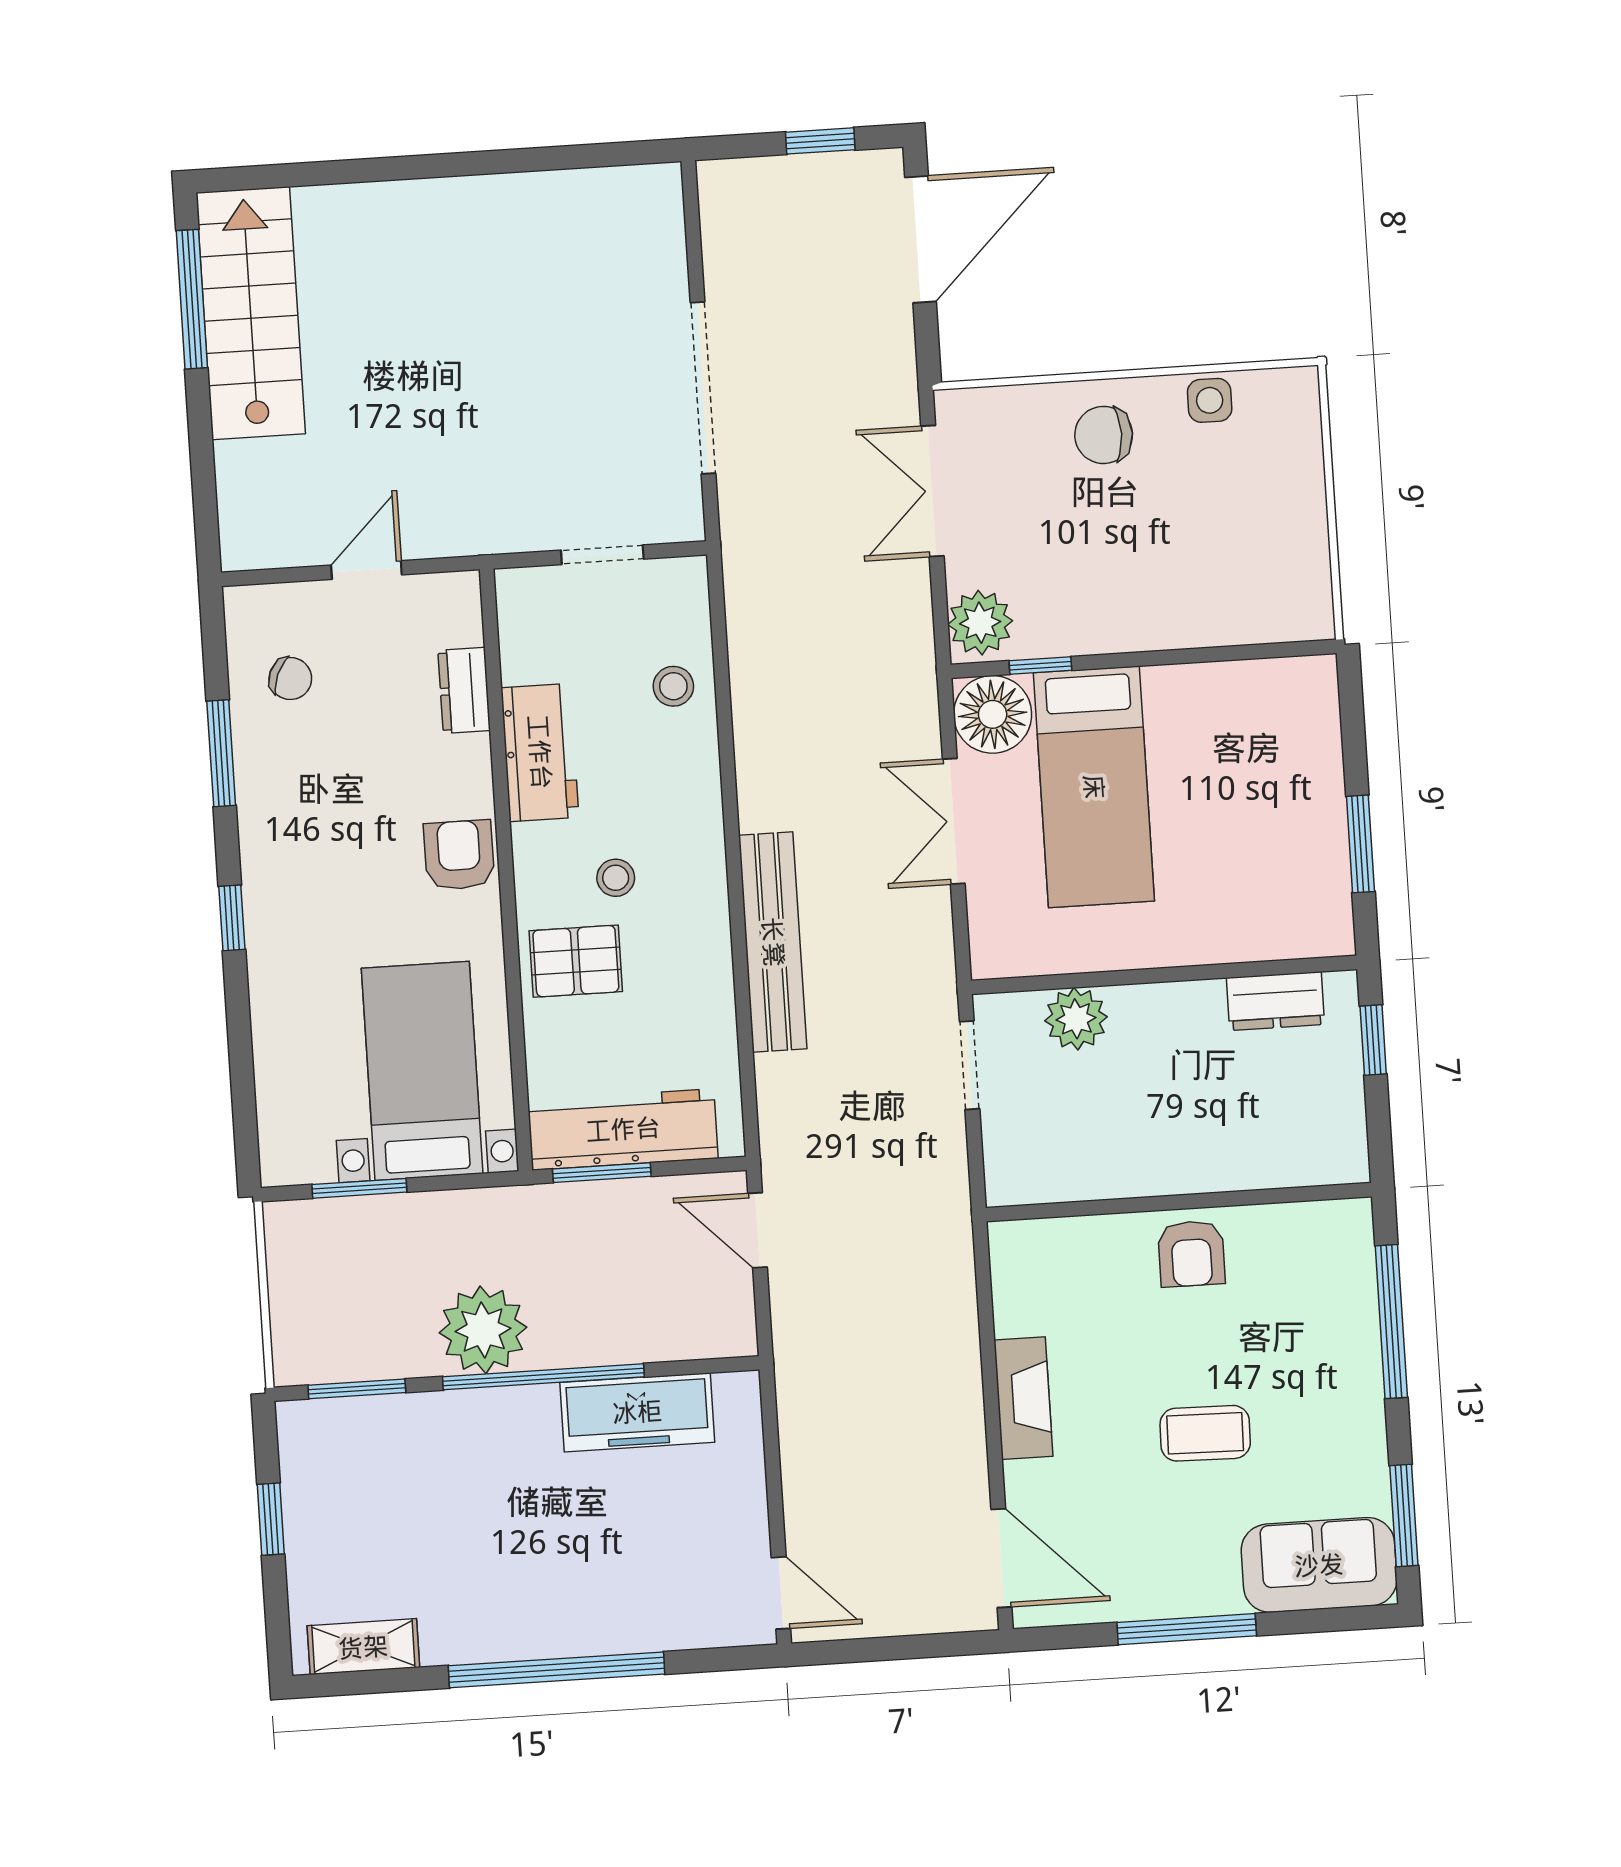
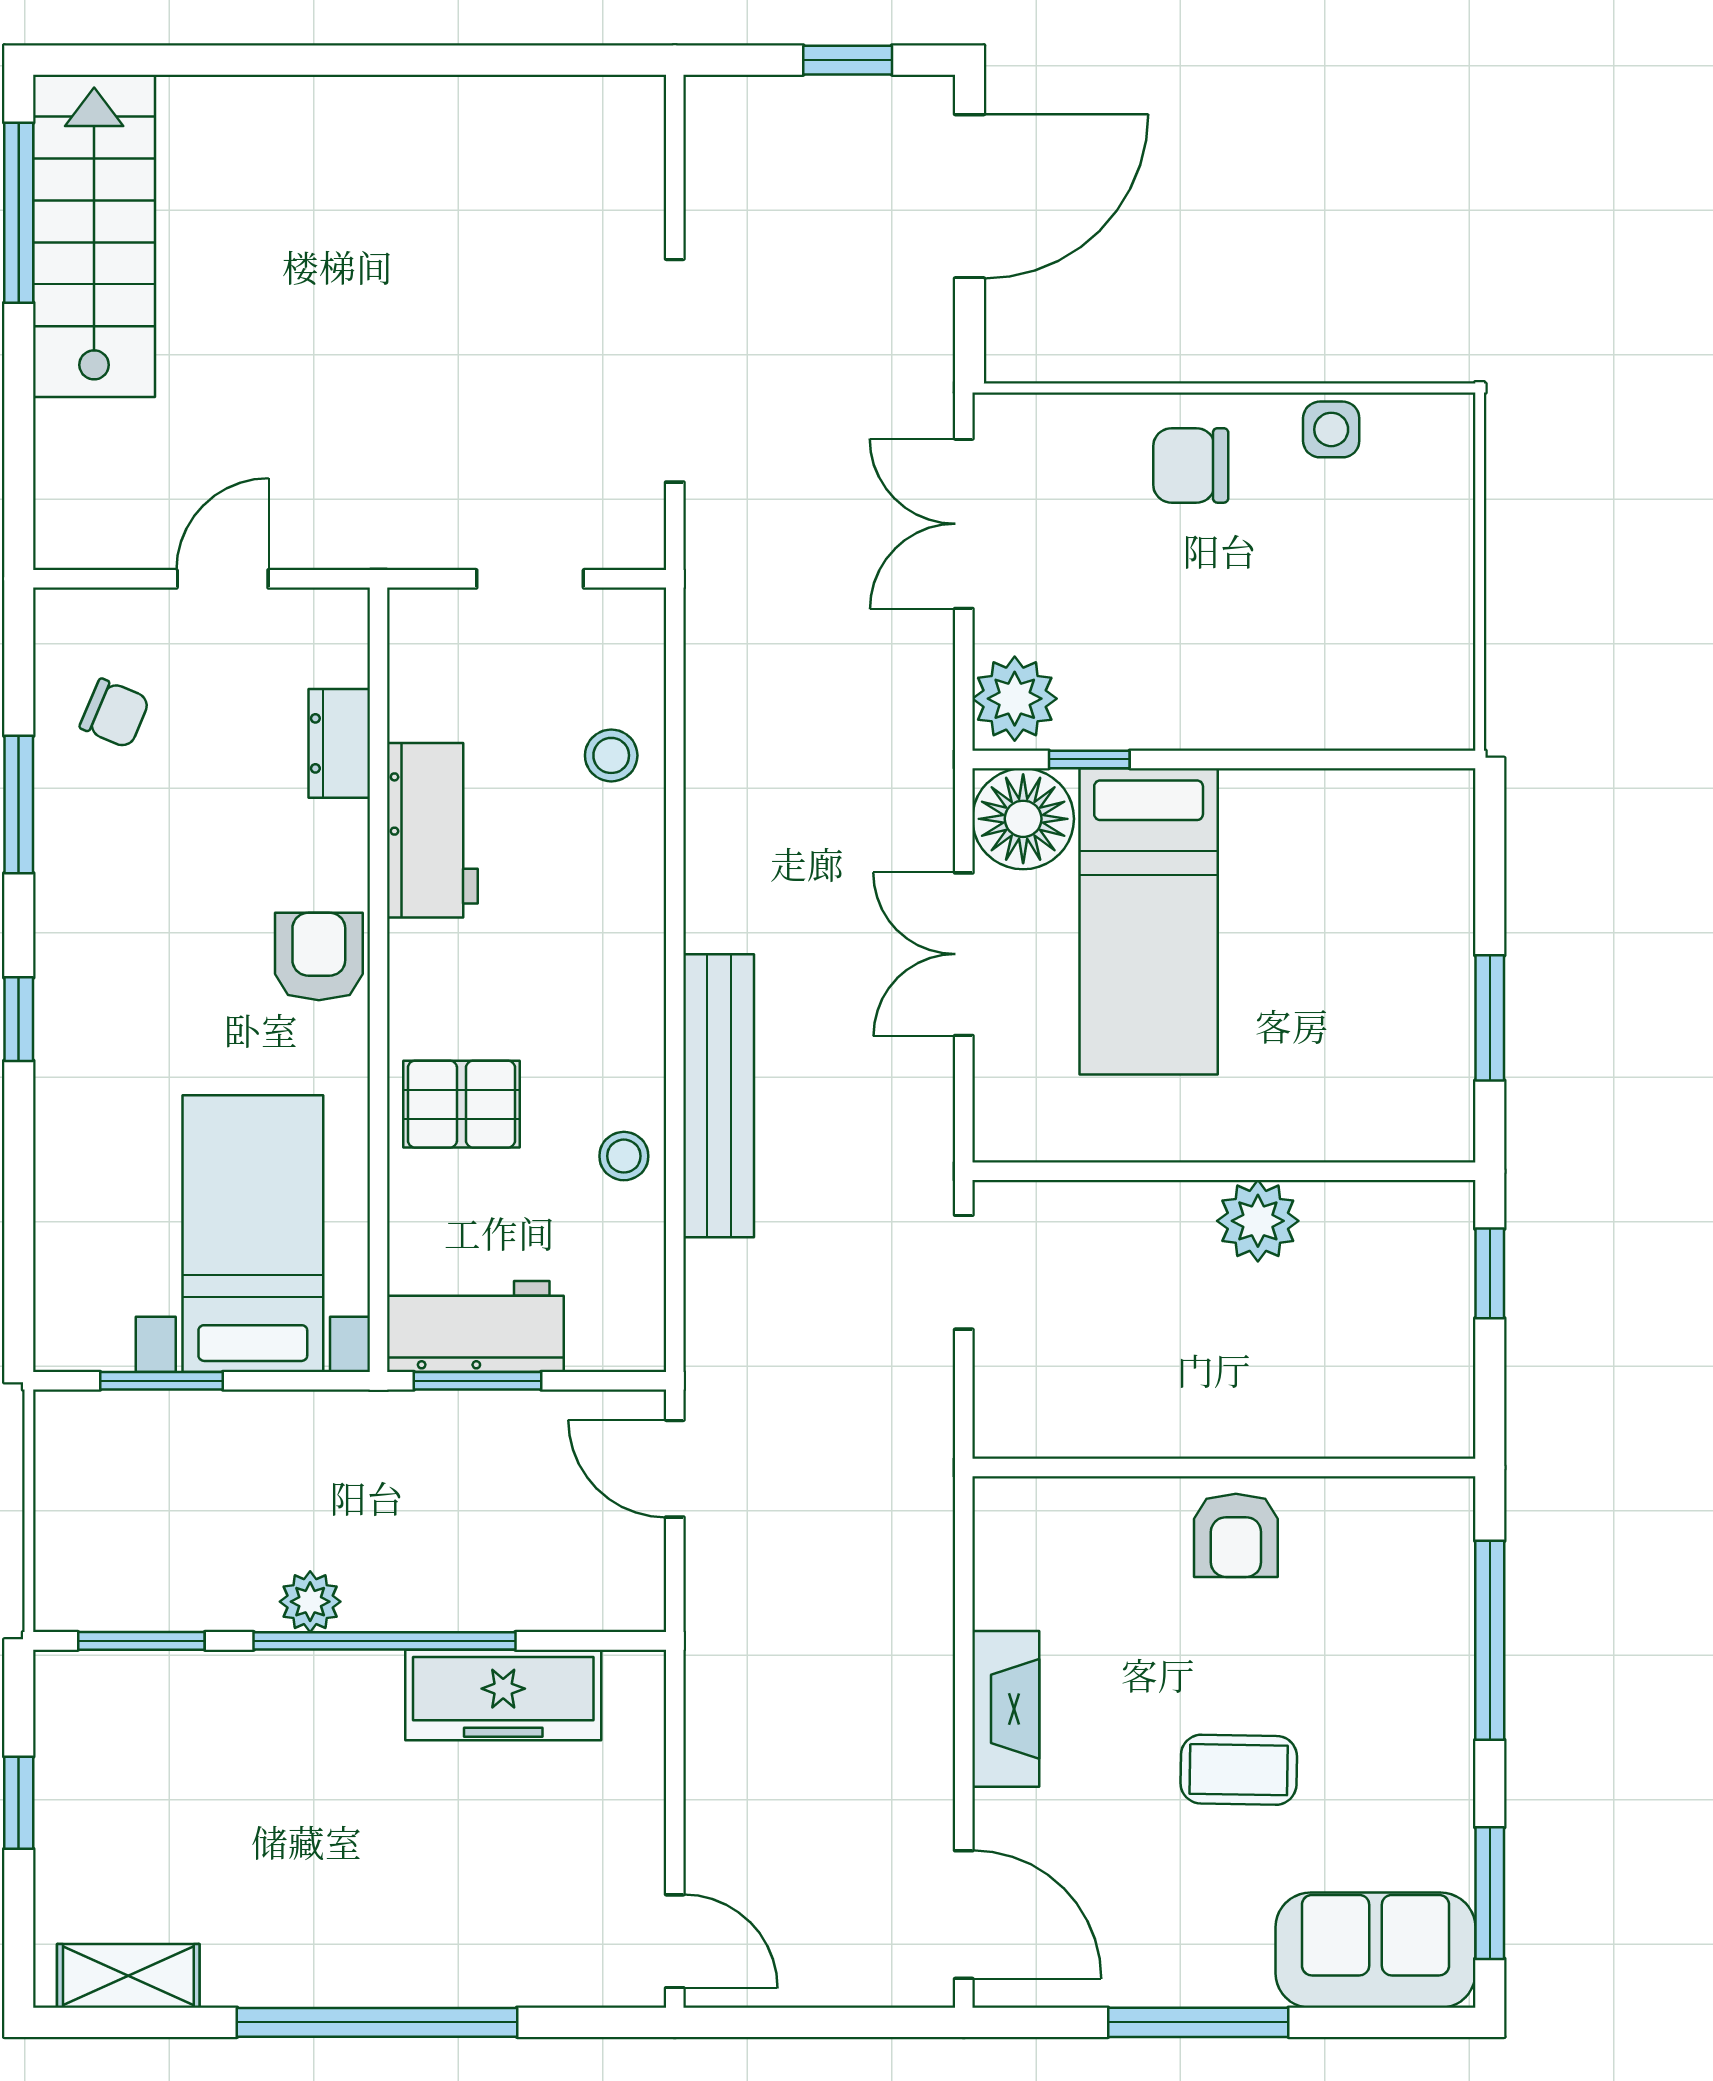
stool: (616, 878) -> (624, 1156), moved
dresser: (1275, 1001) -> (1366, 1215), removed
plant: (1076, 1019) -> (1258, 1221), moved
workbench: (623, 1129) -> (475, 1327), width x0.73
plant: (483, 1330) -> (310, 1602), width x0.53, depth x0.53

